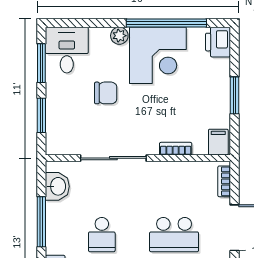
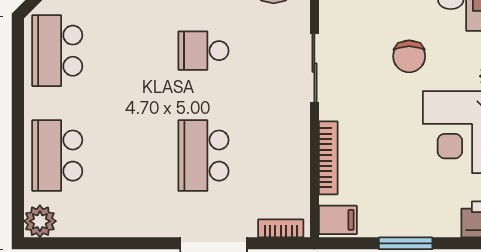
bookcase: (176, 149) -> (328, 158), width x1.56
sliding door: (113, 158) -> (314, 68), width x0.73

